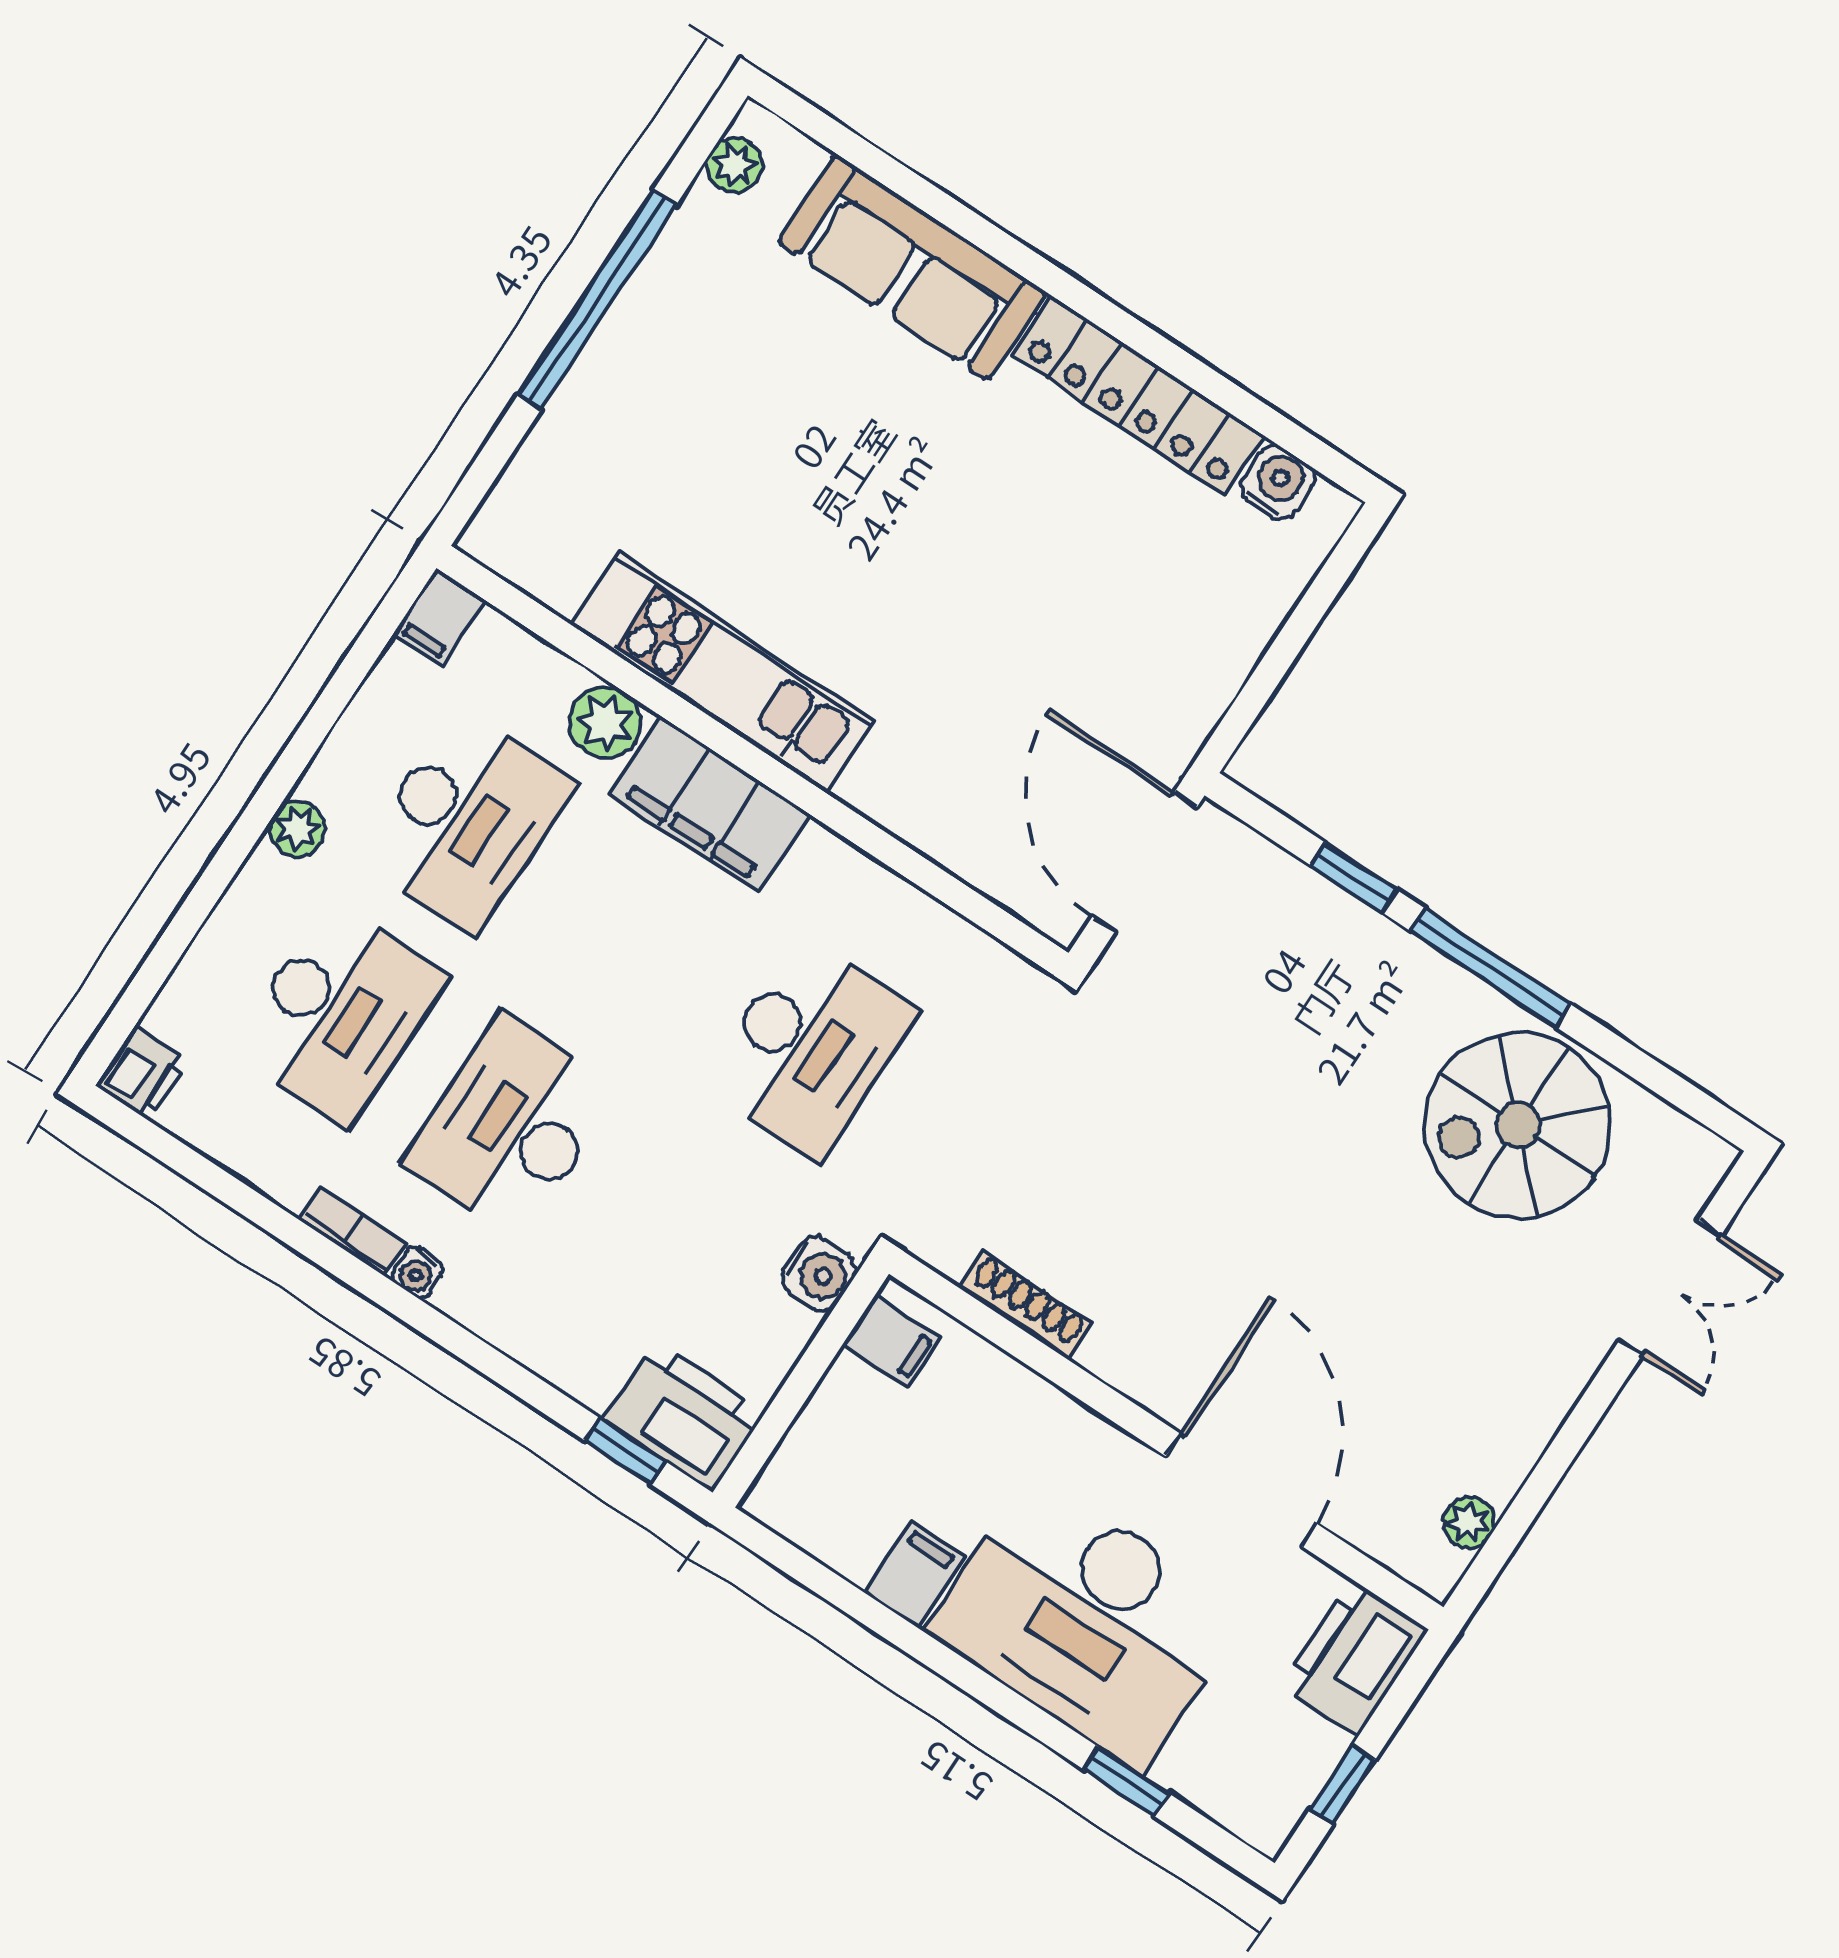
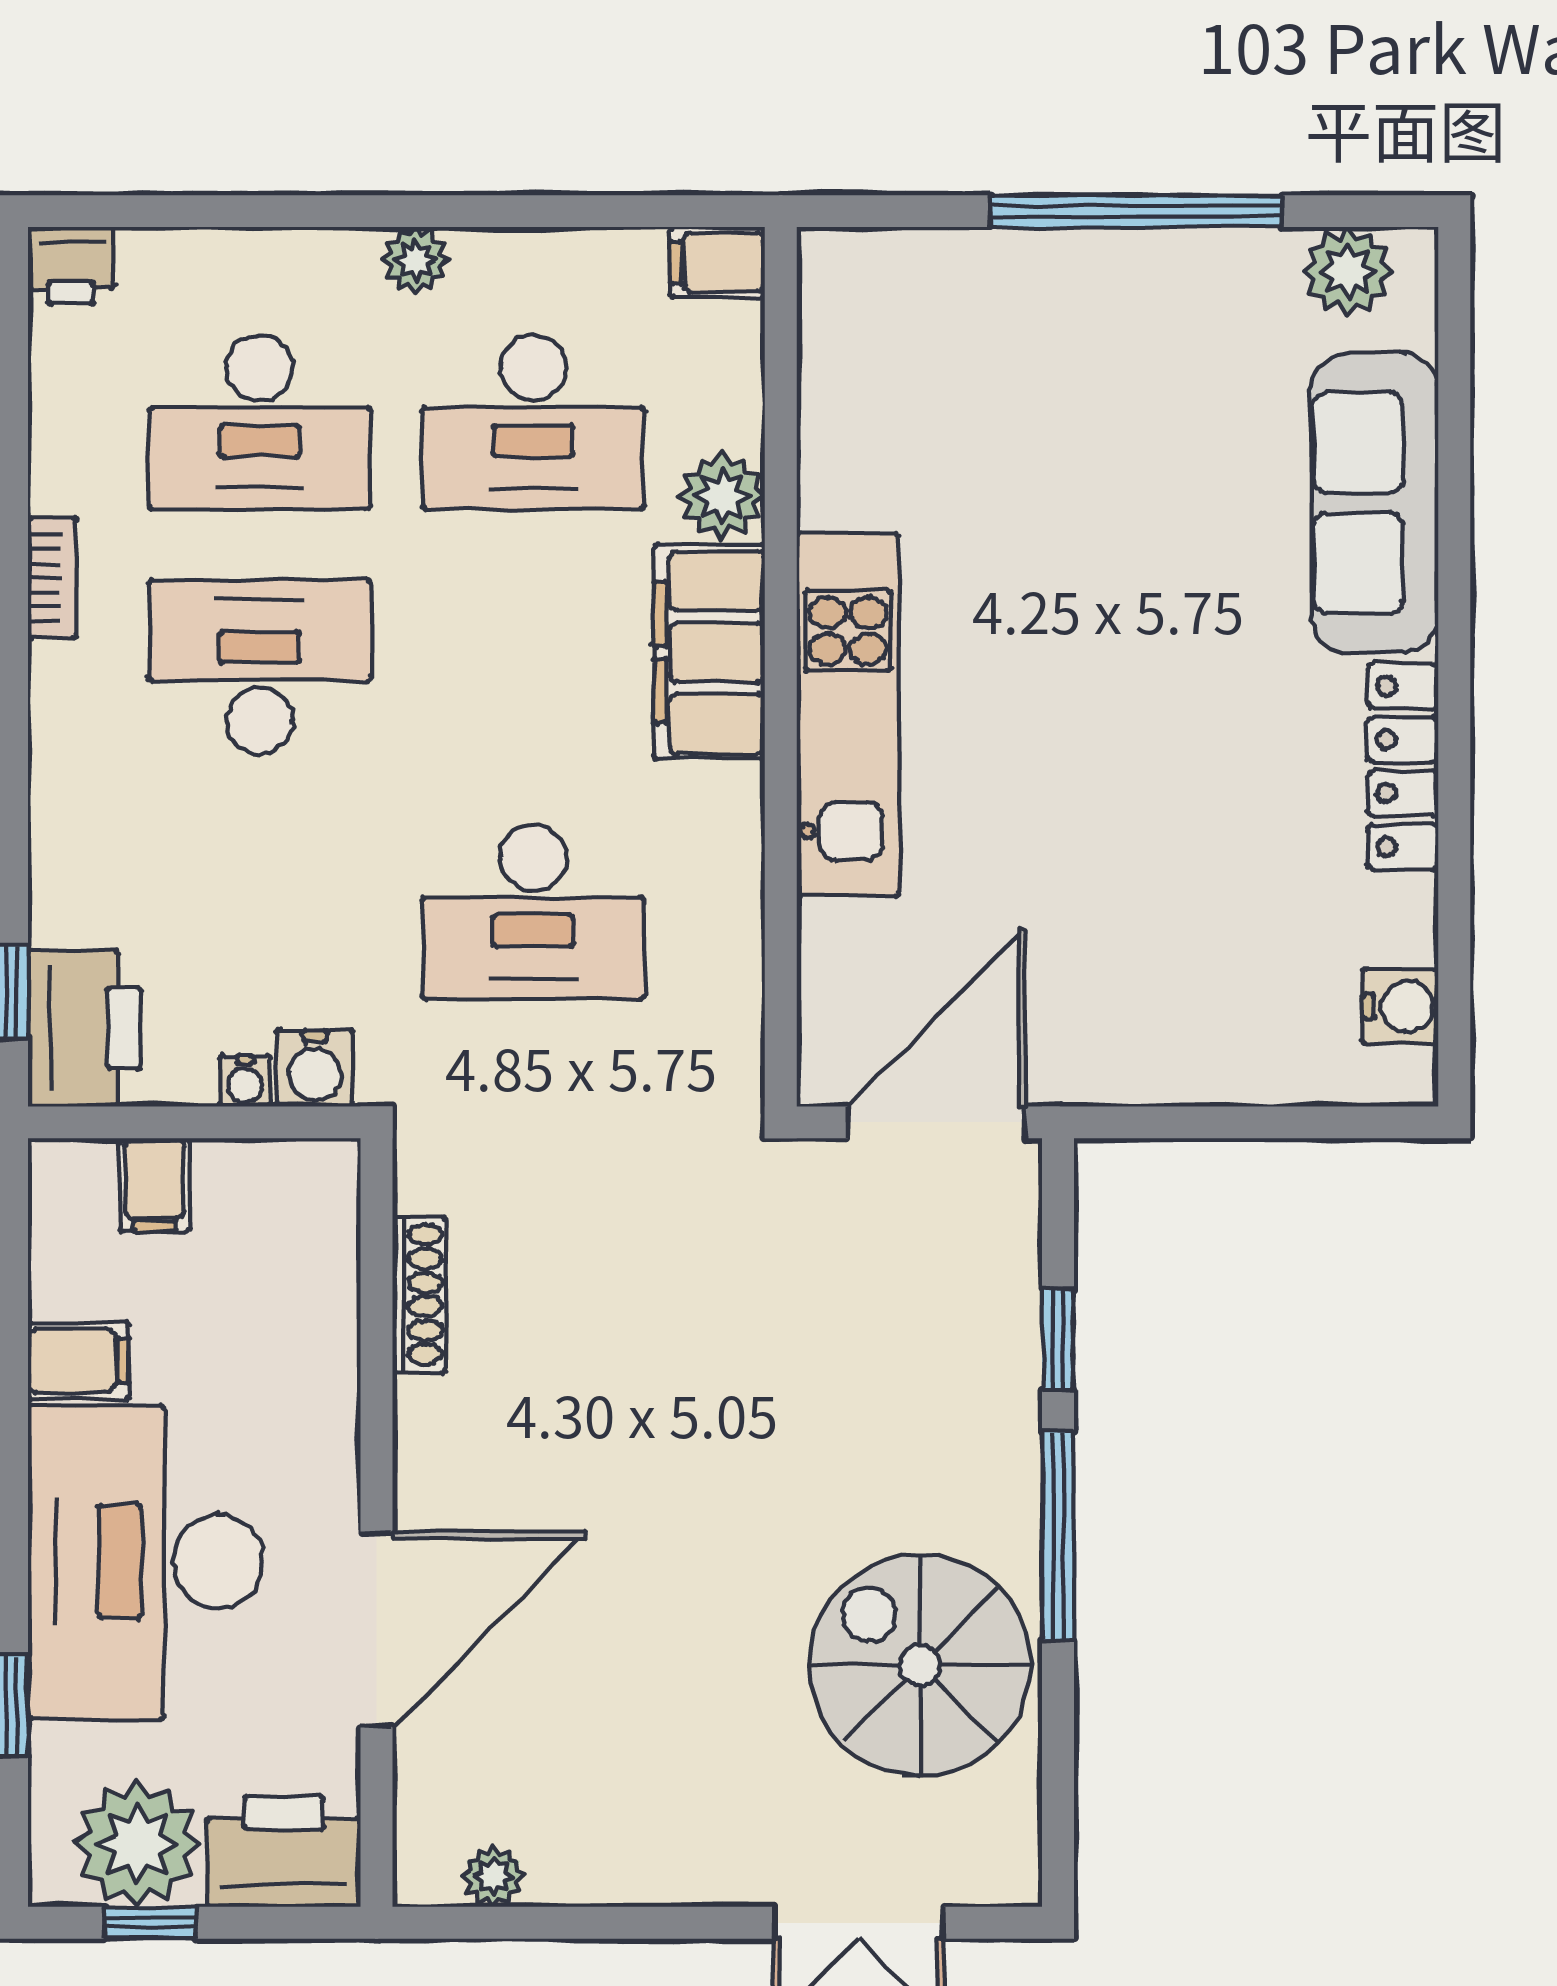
plant: (735, 165) -> (1348, 272), width x1.38, depth x1.38
locker: (1138, 395) -> (1403, 766), width x0.71, depth x0.83
kitchen unit: (722, 673) -> (848, 714), moved
water cooler: (418, 1273) -> (245, 1081), moved, turned -90
filing cabinet: (892, 1341) -> (155, 1185), moved
plant: (1281, 1757) -> (137, 1844), added

